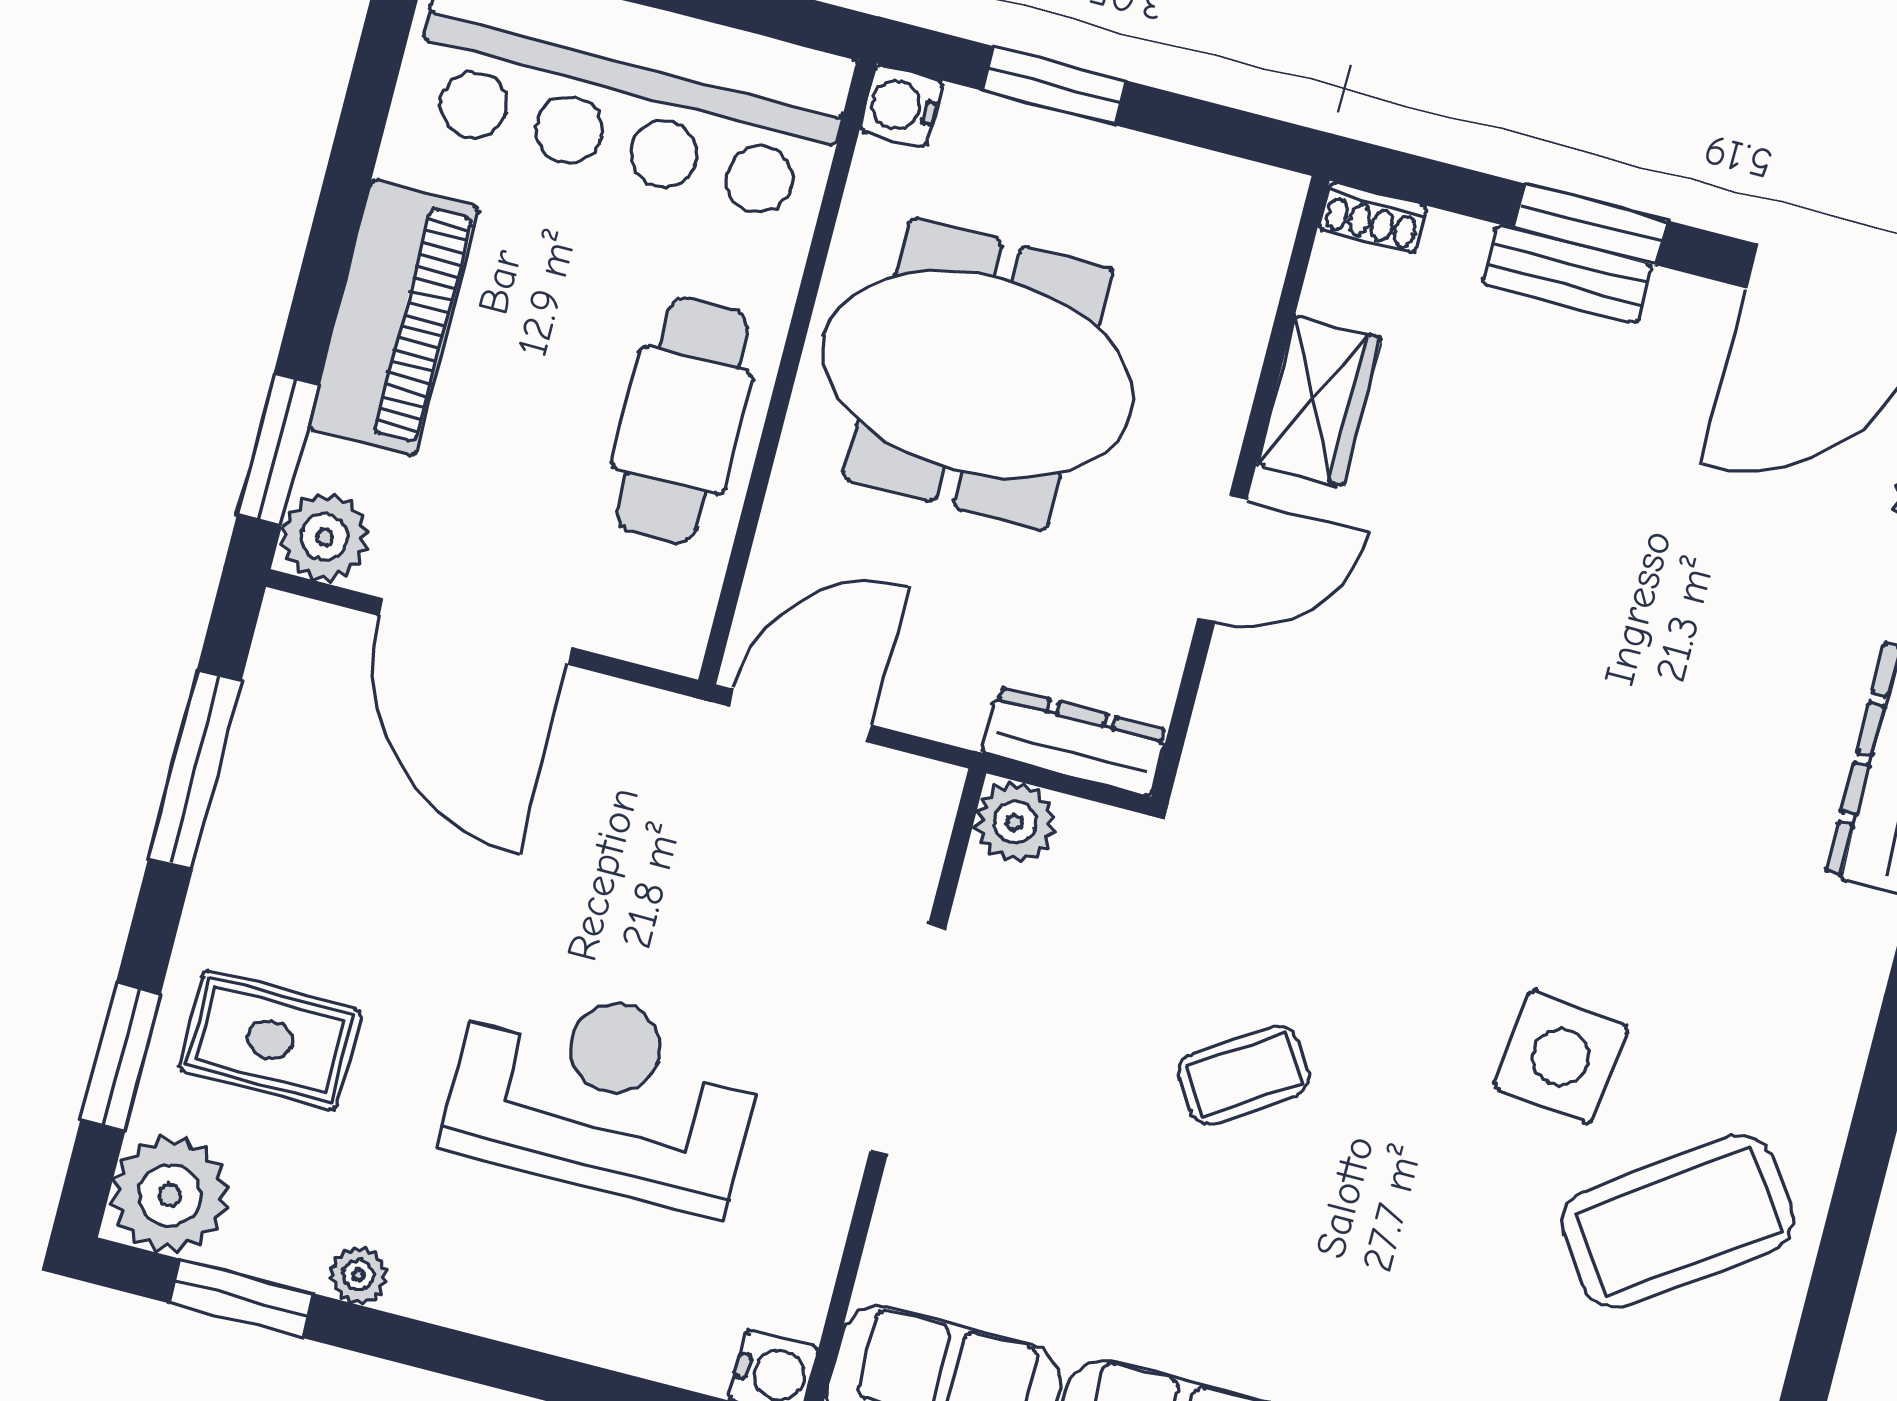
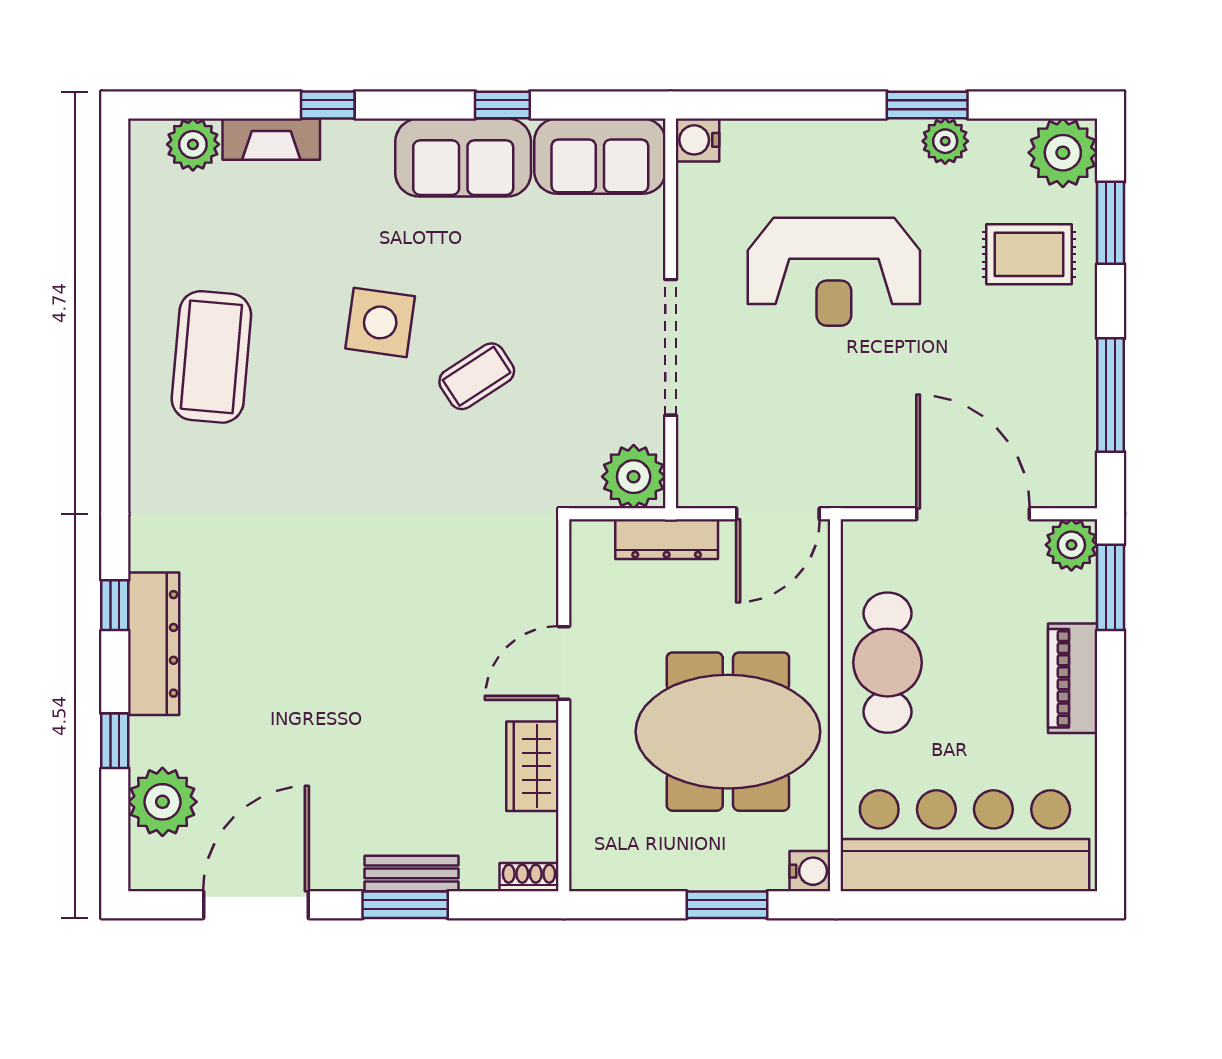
piano: (394, 318) -> (1073, 678), width x0.73, depth x0.75
dresser: (1075, 741) -> (667, 539), moved
plant: (1015, 822) -> (634, 477), width x1.36, depth x1.36
side table: (1561, 1057) -> (380, 322), moved
coffee table: (1678, 1222) -> (211, 357), turned -50
plant: (358, 1275) -> (945, 141), width x1.38, depth x1.38
window: (241, 1298) -> (927, 105), moved

